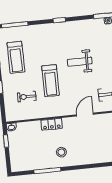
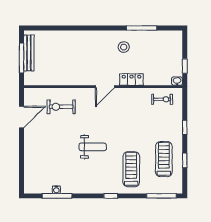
treadmill: (50, 81) -> (131, 169), moved
exercise bike: (27, 97) -> (162, 99), moved
door: (85, 115) -> (105, 87), moved

